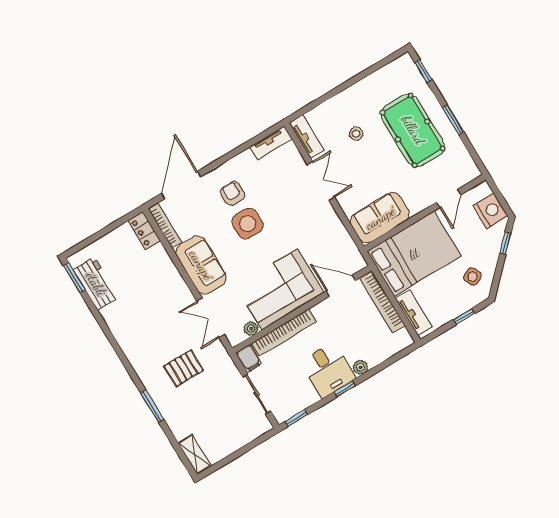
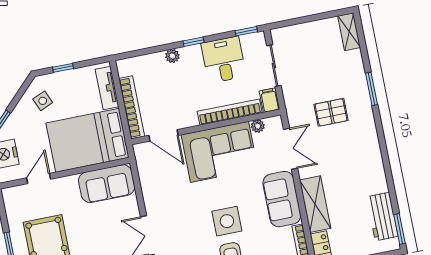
shelving: (166, 272) -> (315, 204), added
desk: (328, 370) -> (224, 60), moved

